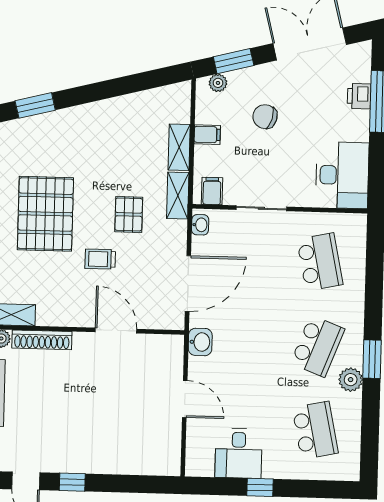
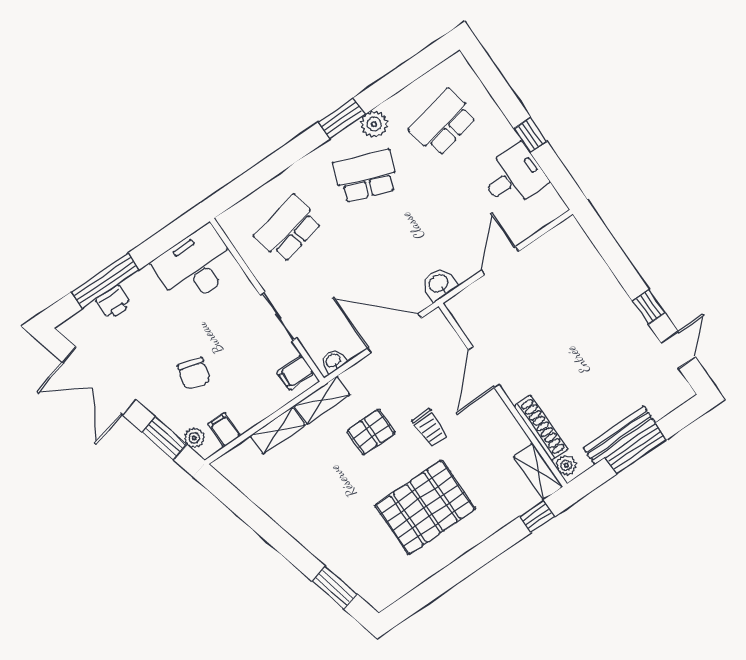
filing cabinet: (207, 135) -> (224, 430), moved

